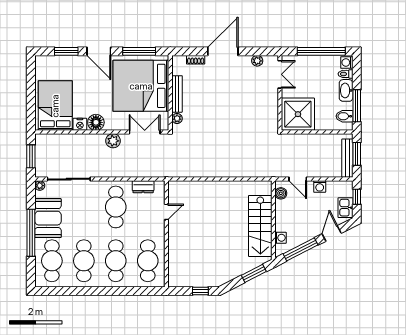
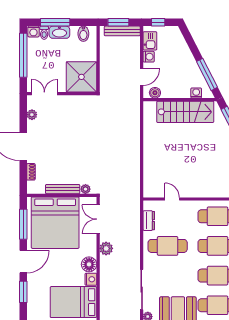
window: (357, 106) -> (55, 22), moved
kitchen sink: (345, 208) -> (150, 41), moved, turned -90
door: (332, 234) -> (192, 46), removed

